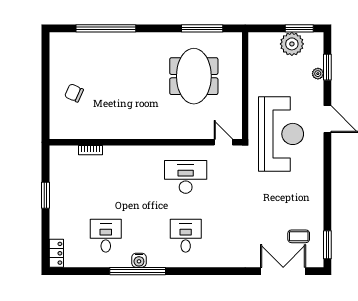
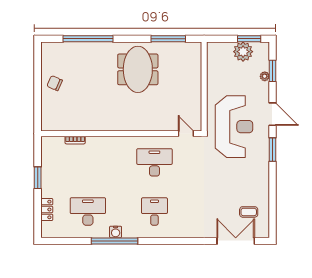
meeting table: (194, 76) -> (138, 69), moved
chair: (74, 93) -> (55, 83), moved
desk: (106, 236) -> (88, 211), width x1.37
window: (327, 245) -> (273, 150), moved
locker: (56, 253) -> (47, 209), moved

